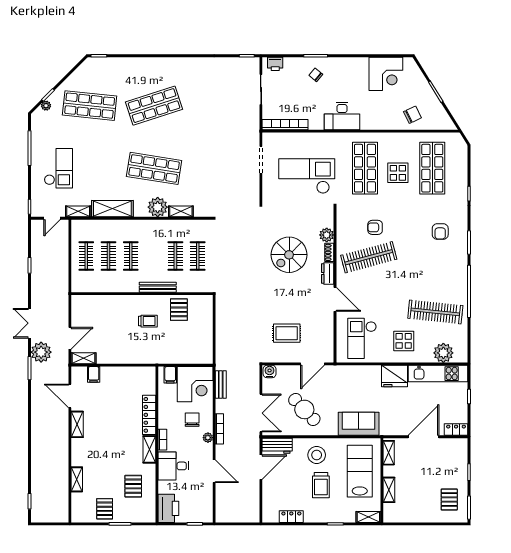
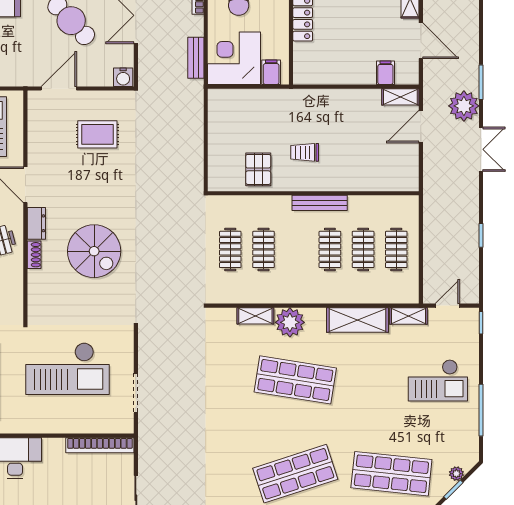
checkout: (58, 168) -> (438, 380), turned -90
plant: (327, 235) -> (38, 281), removed
spiral stairs: (289, 255) -> (94, 251), turned 90
bench: (158, 287) -> (320, 203), moved

